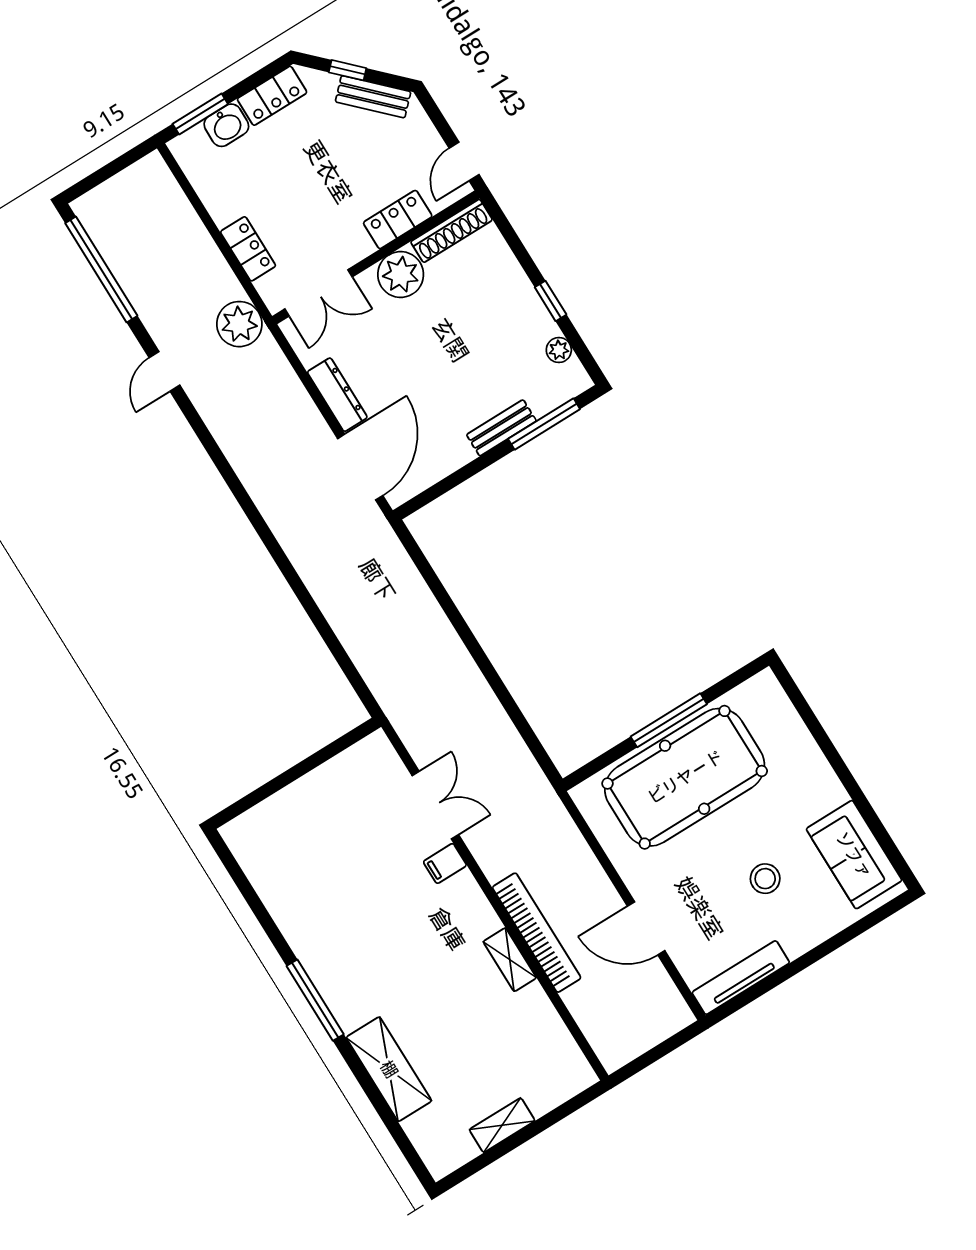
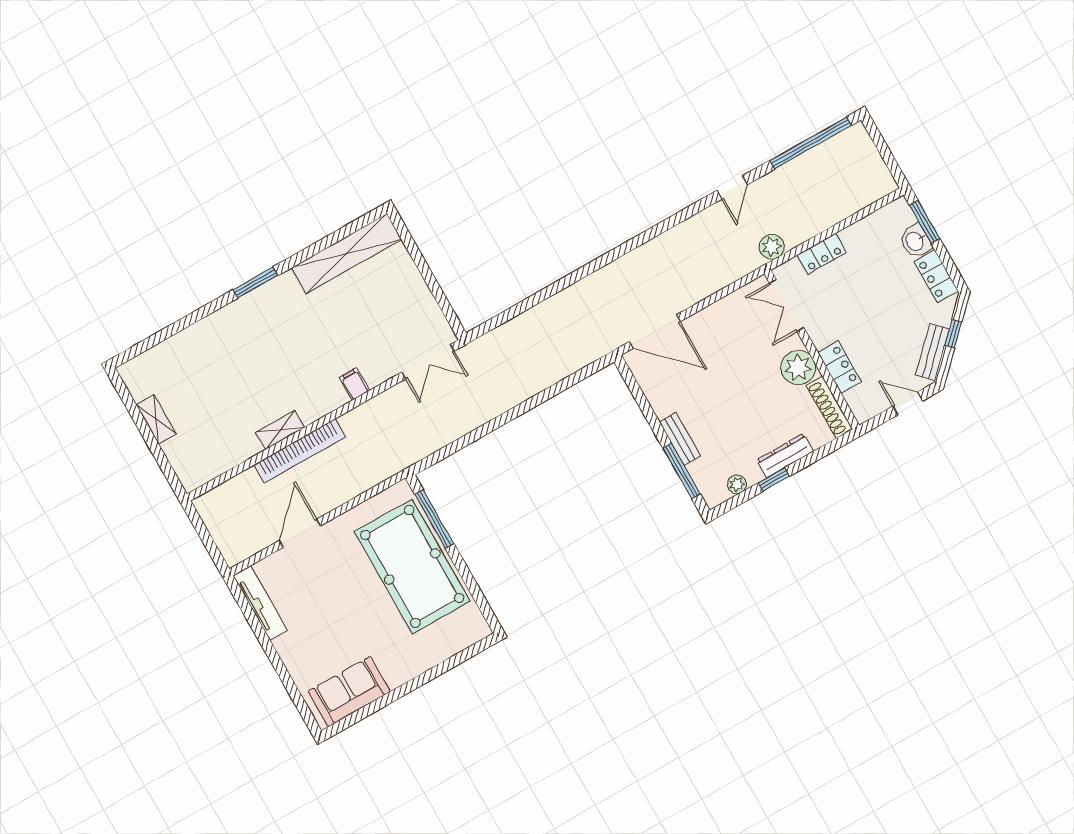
door: (464, 161) -> (908, 404), moved
plant: (239, 324) -> (772, 247), width x0.73, depth x0.73
door: (164, 371) -> (732, 187), swing flipped
dresser: (337, 395) -> (785, 456), moved, turned 180
window: (669, 720) -> (434, 519), moved
double door: (435, 805) -> (428, 362), moved
stool: (765, 879) -> (334, 624), removed
window: (315, 1000) -> (255, 282), width x0.69
shelving: (389, 1069) -> (347, 253), moved, width x1.47

